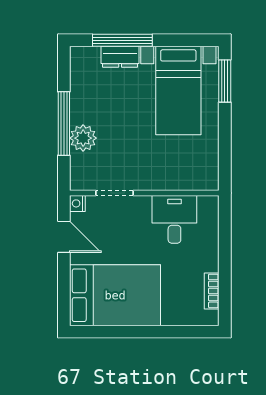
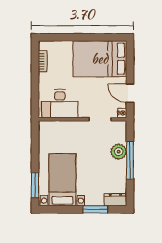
window: (122, 40) -> (95, 209), width x0.69
dresser: (120, 57) -> (115, 200), moved
desk: (174, 219) -> (60, 104), width x1.37

